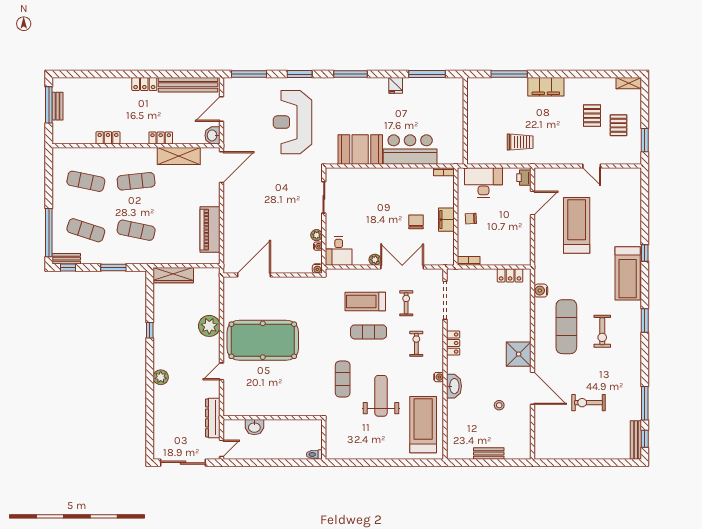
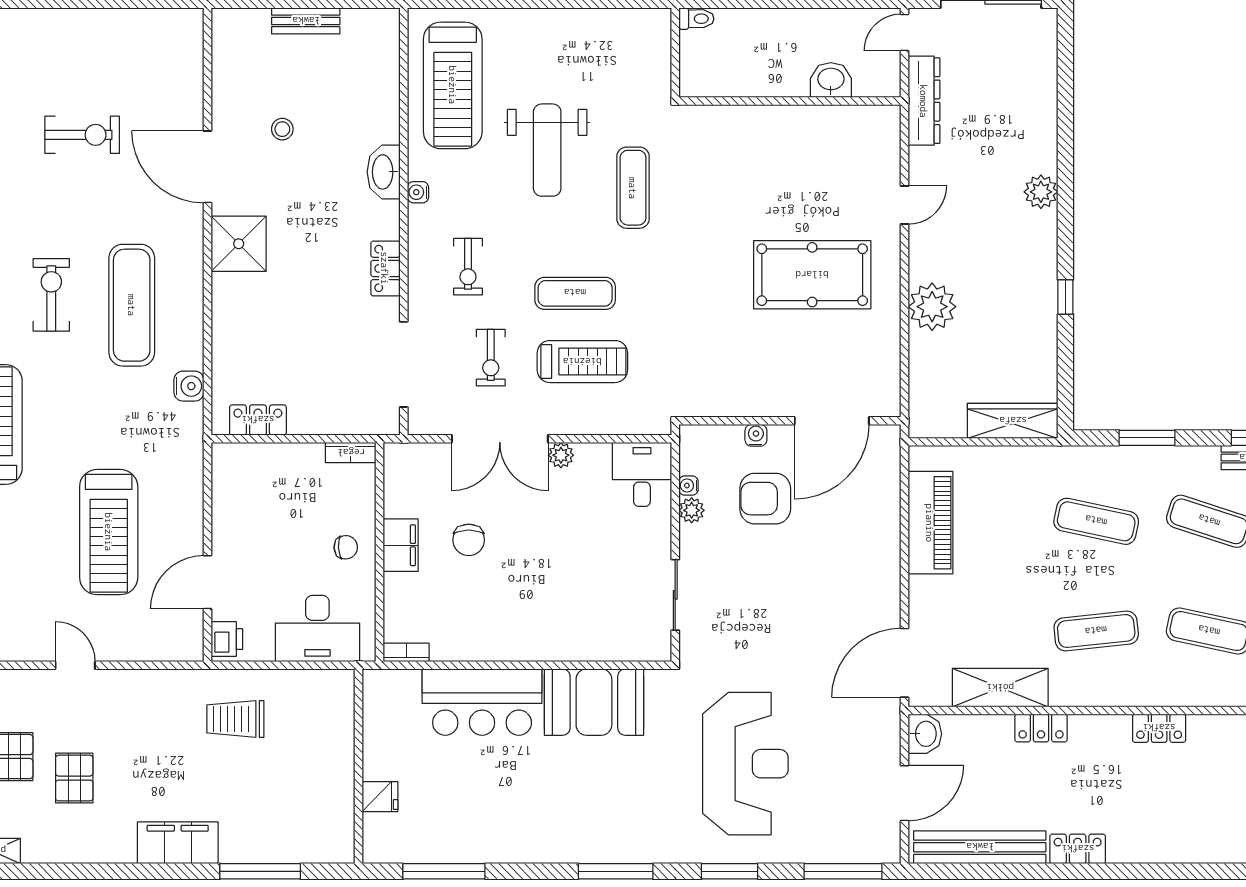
fridge: (396, 85) -> (380, 797), moved, turned 90
armchair: (284, 240) -> (765, 499), added
water cooler: (317, 269) -> (756, 435), moved
pool table: (263, 340) -> (812, 275), width x0.73, depth x0.76

